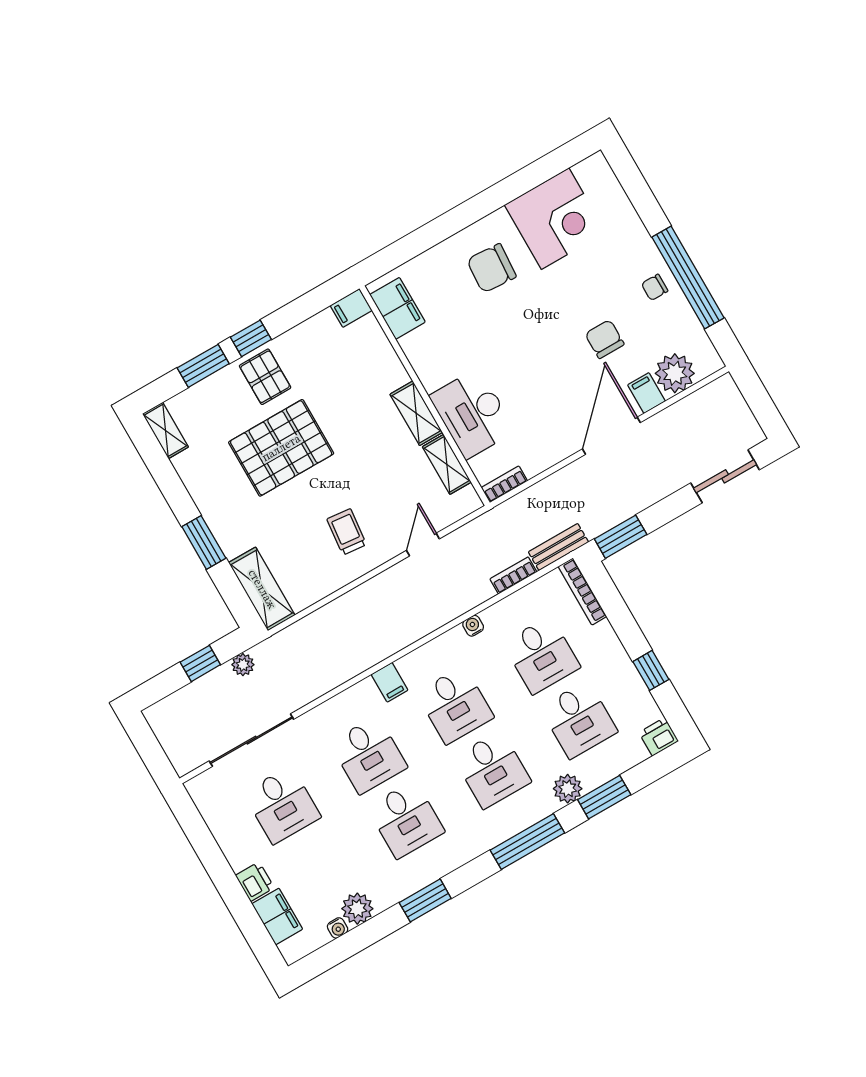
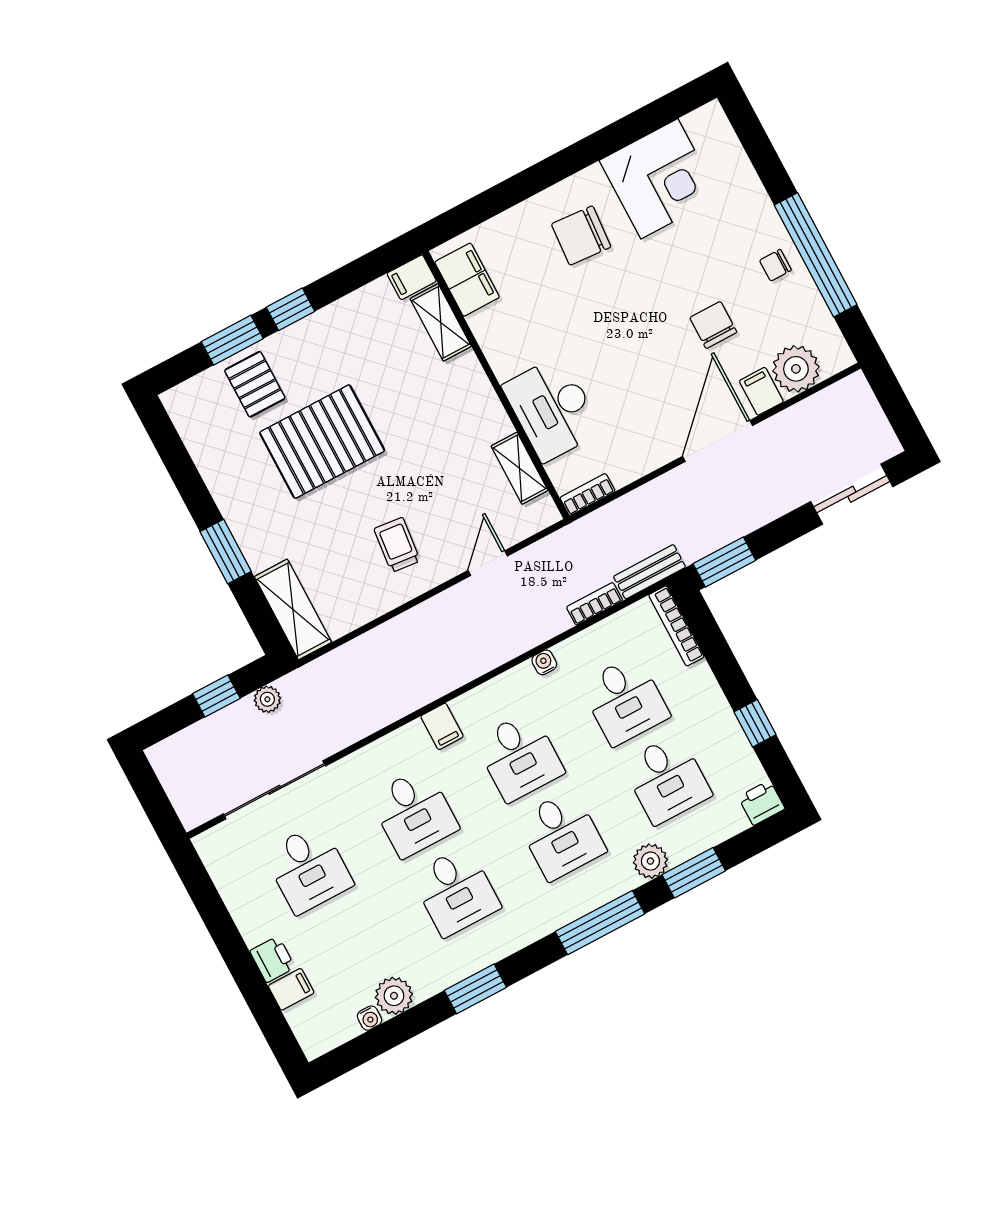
pallet: (265, 377) -> (255, 384), moved
shelving: (416, 413) -> (441, 322), moved
shelving: (165, 430) -> (184, 416), removed
filing cabinet: (277, 917) -> (291, 989), width x0.50

